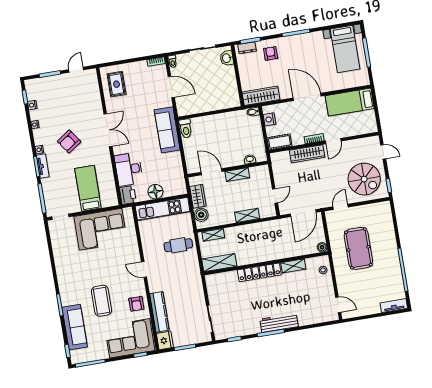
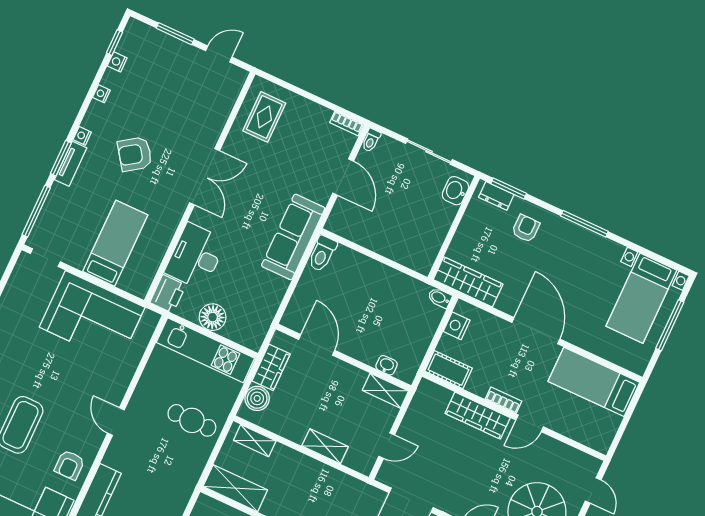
shelving: (237, 175) -> (385, 391), moved

